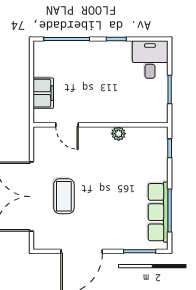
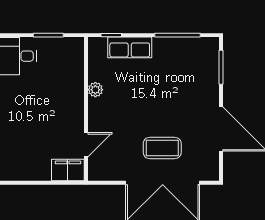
filing cabinet: (43, 93) -> (68, 170), moved
row of seats: (158, 212) -> (130, 47), moved, width x0.68

